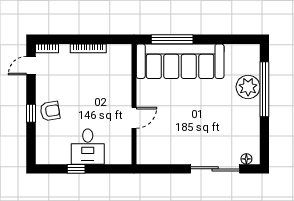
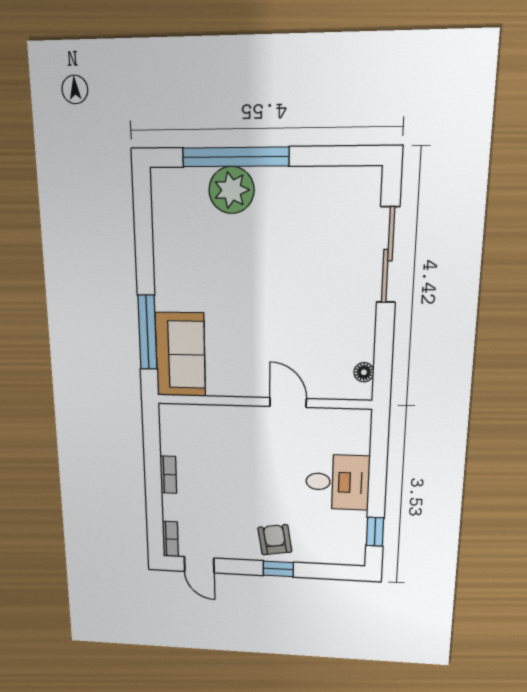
bookcase: (88, 48) -> (168, 475), width x0.64
sofa: (180, 61) -> (180, 355), width x0.54, depth x0.79
floor lamp: (246, 159) -> (364, 372), moved
window: (76, 169) -> (375, 532), moved

